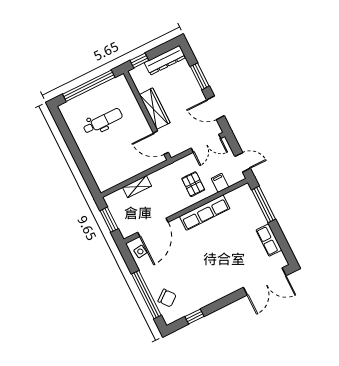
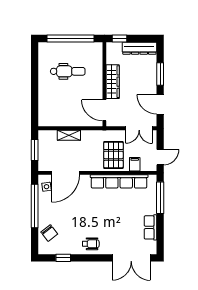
door: (243, 162) -> (160, 157), hinge flipped
pallet: (193, 184) -> (113, 155), width x1.50, depth x1.42
row of seats: (205, 213) -> (119, 181), width x1.36
wheelchair: (216, 288) -> (91, 244), added
window: (146, 295) -> (35, 206), moved

